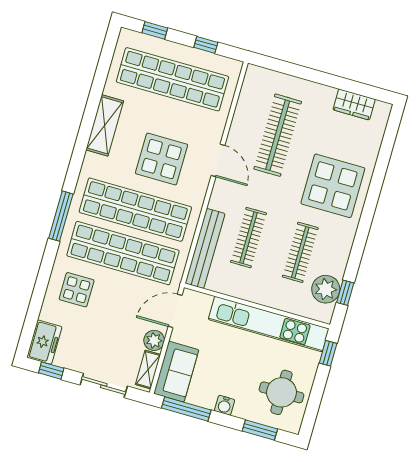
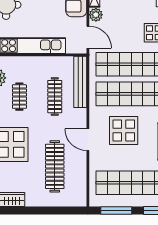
window: (206, 45) -> (116, 211), width x2.17
clothes rail: (300, 252) -> (19, 97), width x0.73
door: (175, 311) -> (88, 37), hinge flipped

